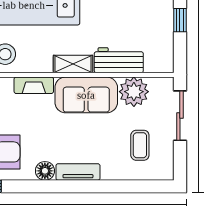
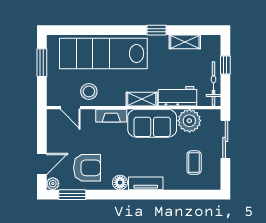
bicycle: (165, 44) -> (213, 84), added

